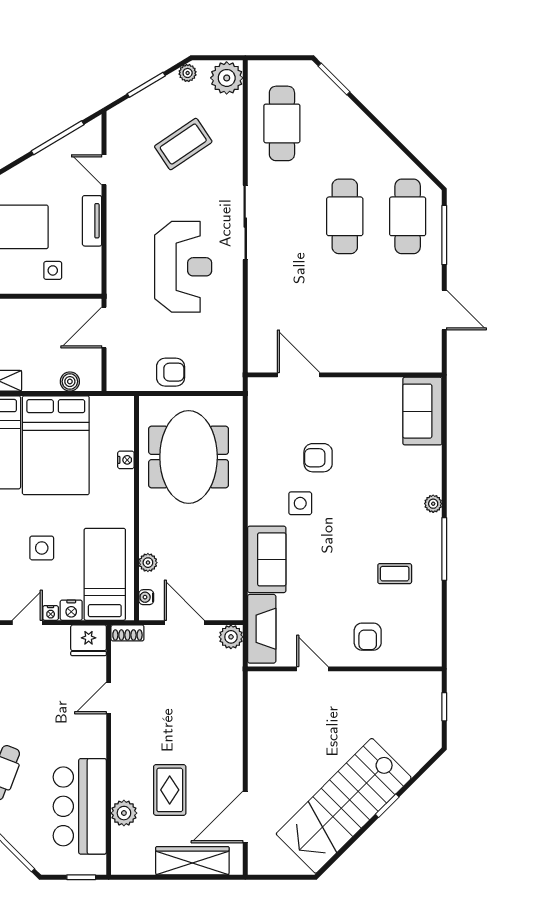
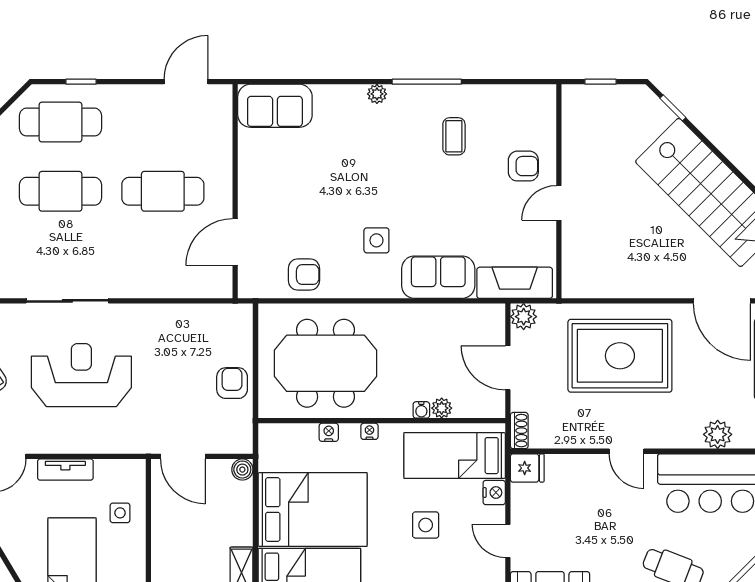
window: (444, 235) -> (81, 82), width x0.46
reception desk: (183, 267) -> (81, 375), moved
cafe table: (345, 309) -> (163, 191), added
door: (444, 310) -> (186, 82), moved
boiler: (70, 382) -> (242, 470), moved
armchair: (318, 458) -> (304, 275), moved, turned -90
water cooler: (146, 597) -> (421, 410), moved
nightstand: (51, 613) -> (369, 431), moved, turned -90
door: (184, 623) -> (508, 368), hinge flipped
fridge: (89, 640) -> (527, 468), width x0.72
door: (312, 669) -> (559, 203), moved
door: (109, 698) -> (627, 451), moved
rug: (170, 790) -> (620, 356), moved, width x1.86, depth x2.06
window: (387, 806) -> (673, 108), moved

